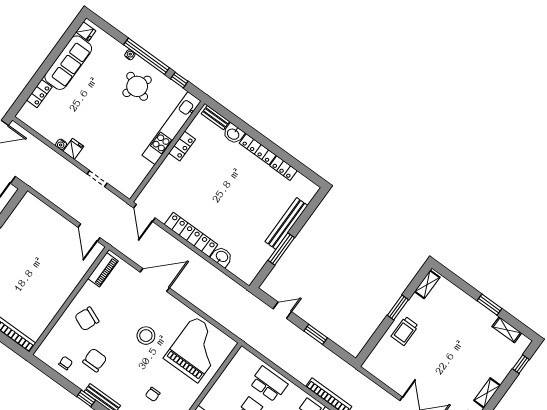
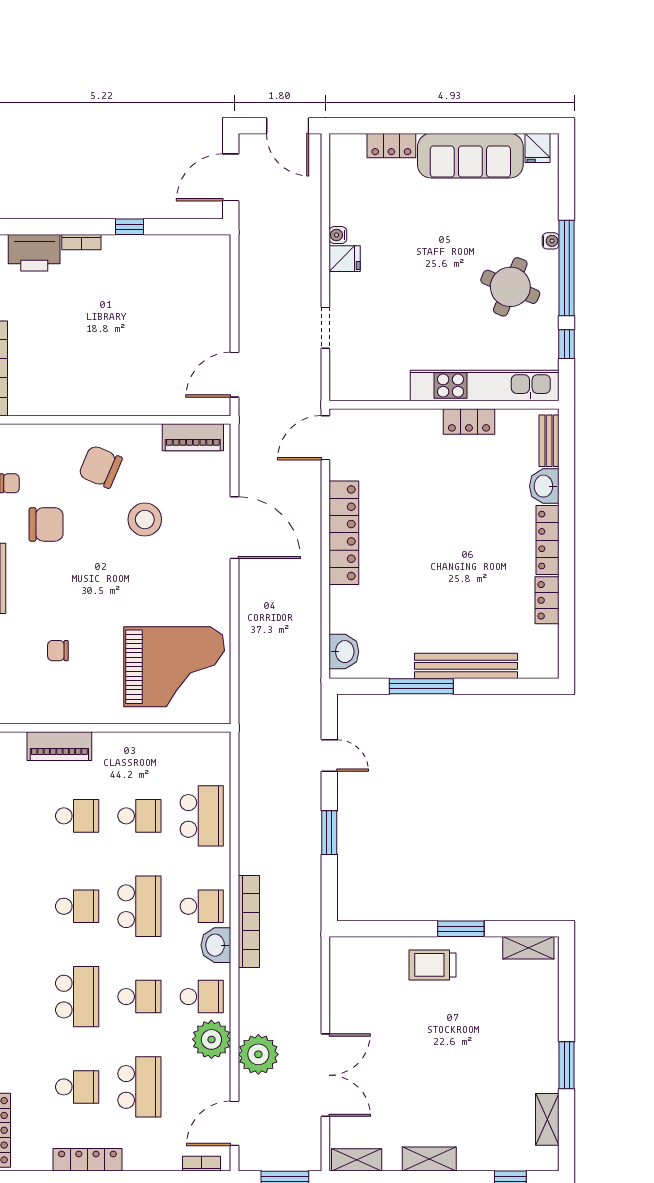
washbasin: (222, 257) -> (344, 652), moved
stool: (146, 336) -> (145, 520), moved

